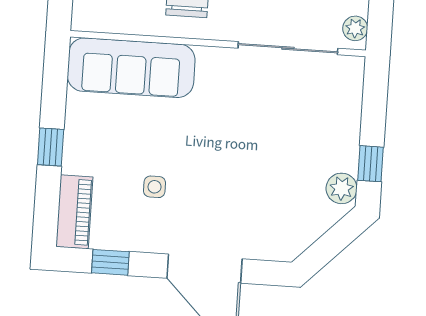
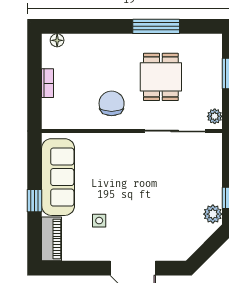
sofa: (131, 68) -> (58, 177), moved, turned -90
window: (110, 262) -> (75, 268), removed

